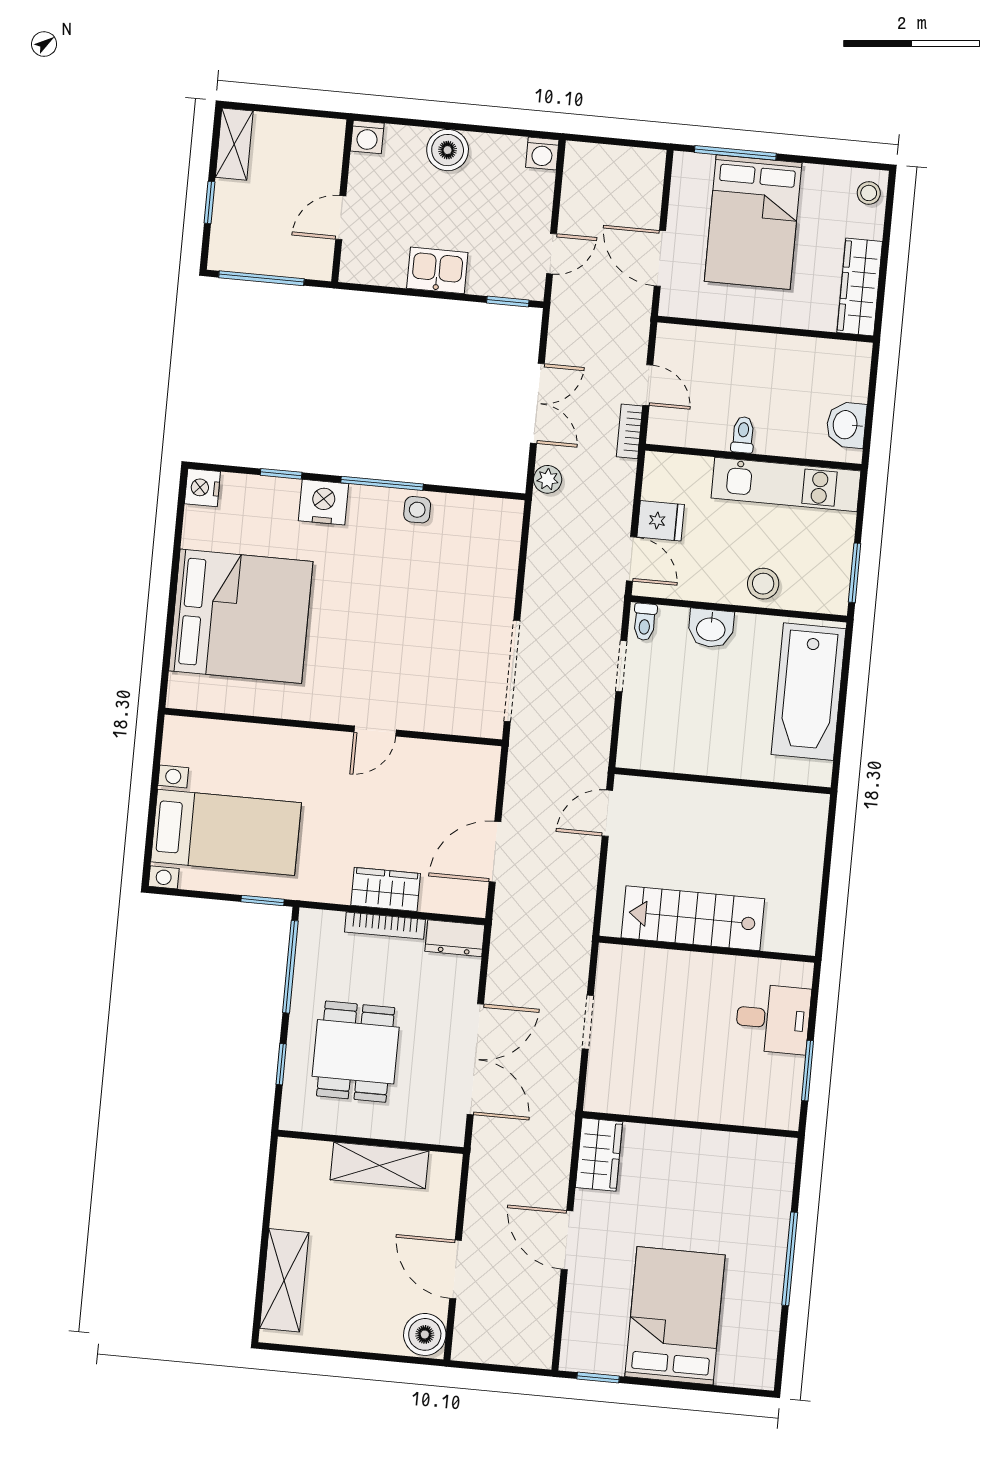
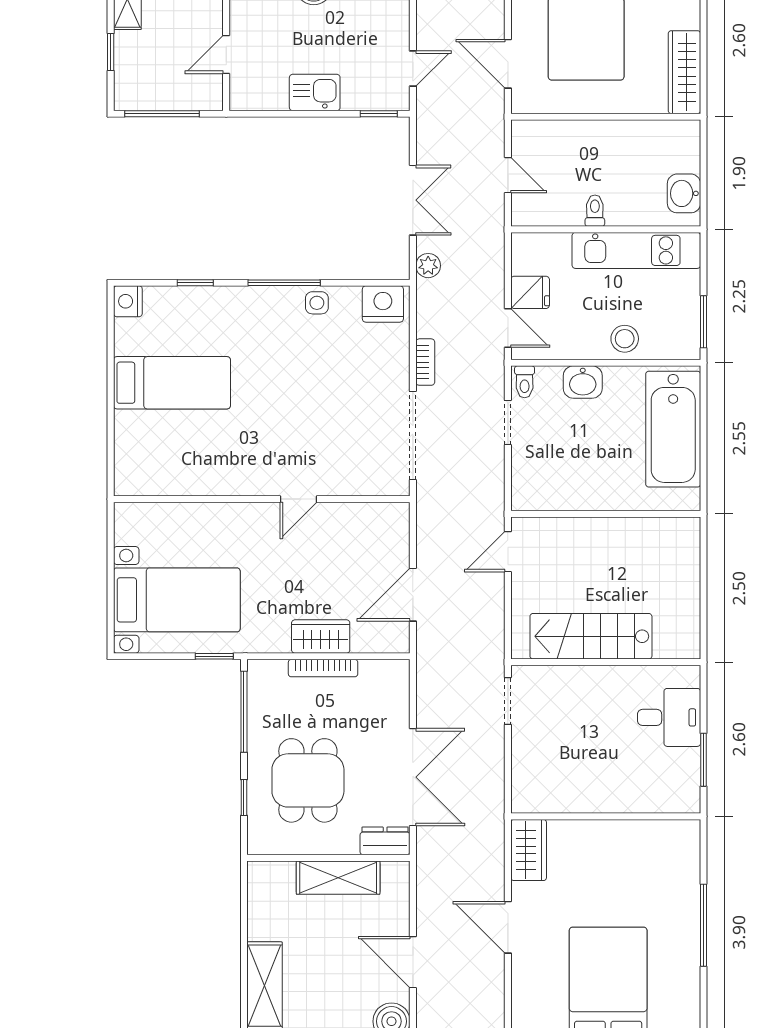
bookcase: (629, 431) -> (425, 362), moved, turned 180
nightstand: (323, 502) -> (383, 304), moved
bed: (241, 616) -> (172, 383), width x0.49
dresser: (455, 938) -> (385, 841), moved, turned 180
doorway: (588, 1022) -> (508, 701), moved

